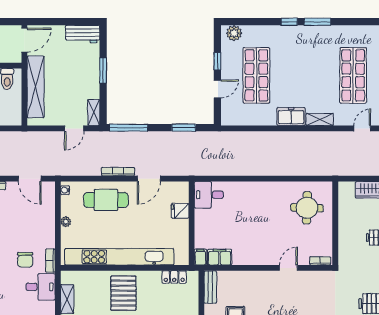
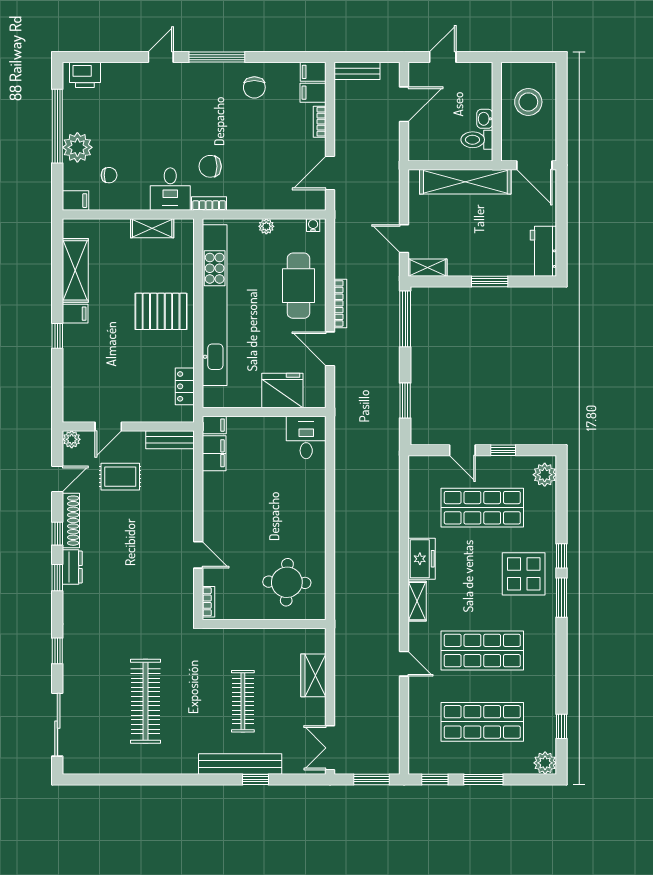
display table: (301, 47) -> (524, 574), added
fridge: (180, 211) -> (282, 391), width x1.88, depth x1.34

